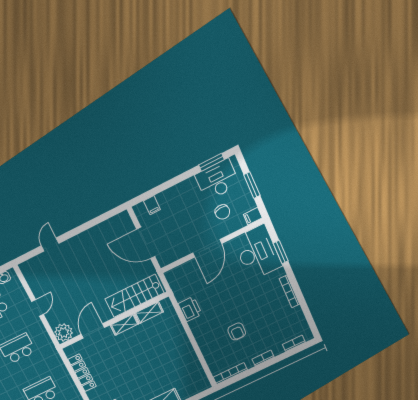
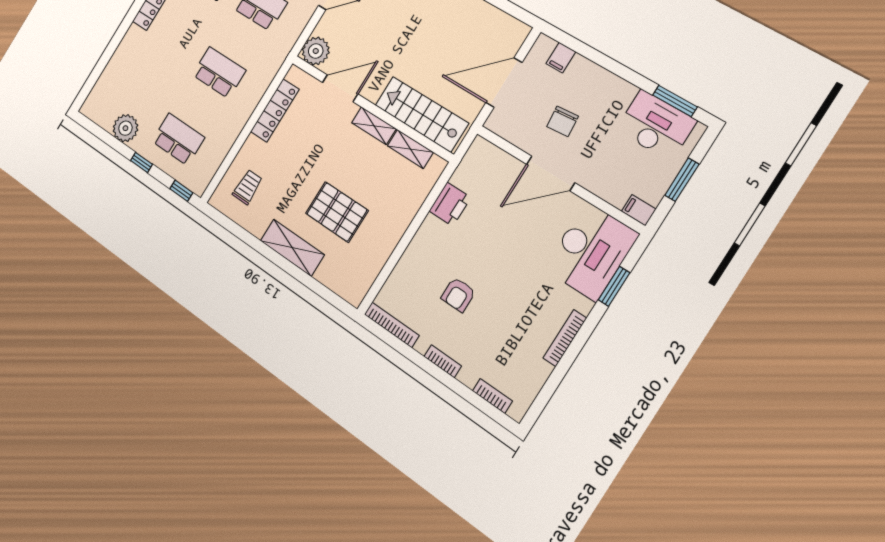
chair: (222, 212) -> (563, 121), moved
door: (146, 243) -> (504, 83), hinge flipped
pallet: (157, 370) -> (337, 212), added

